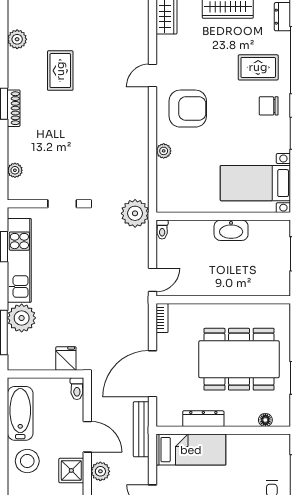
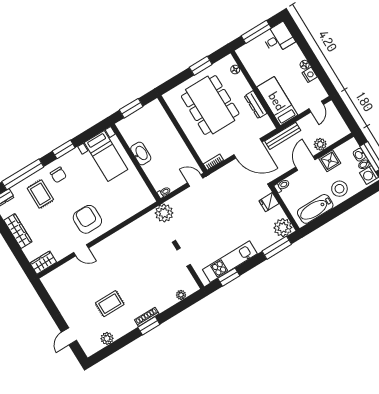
plant: (164, 151) -> (119, 218), removed
plant: (22, 318) -> (283, 228), moved

